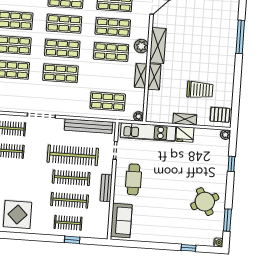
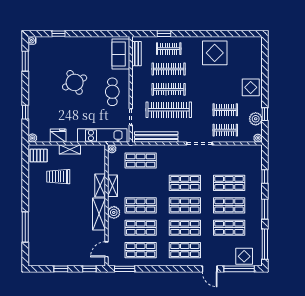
fridge: (185, 134) -> (58, 136), moved
bench: (106, 188) -> (136, 54), moved
round table: (205, 202) -> (75, 82), moved

